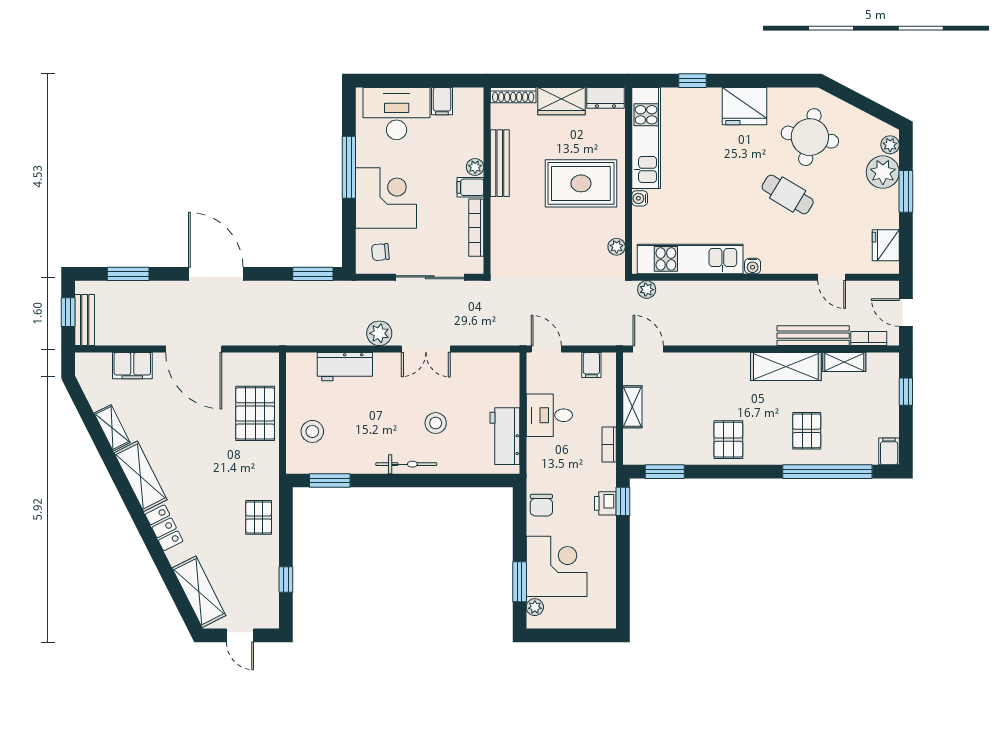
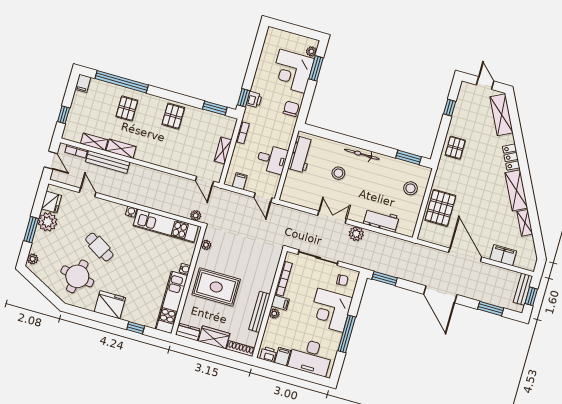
printer: (466, 98) -> (268, 354), added
plant: (883, 172) -> (48, 222), moved
shelving: (786, 367) -> (121, 149), width x0.67, depth x0.75

